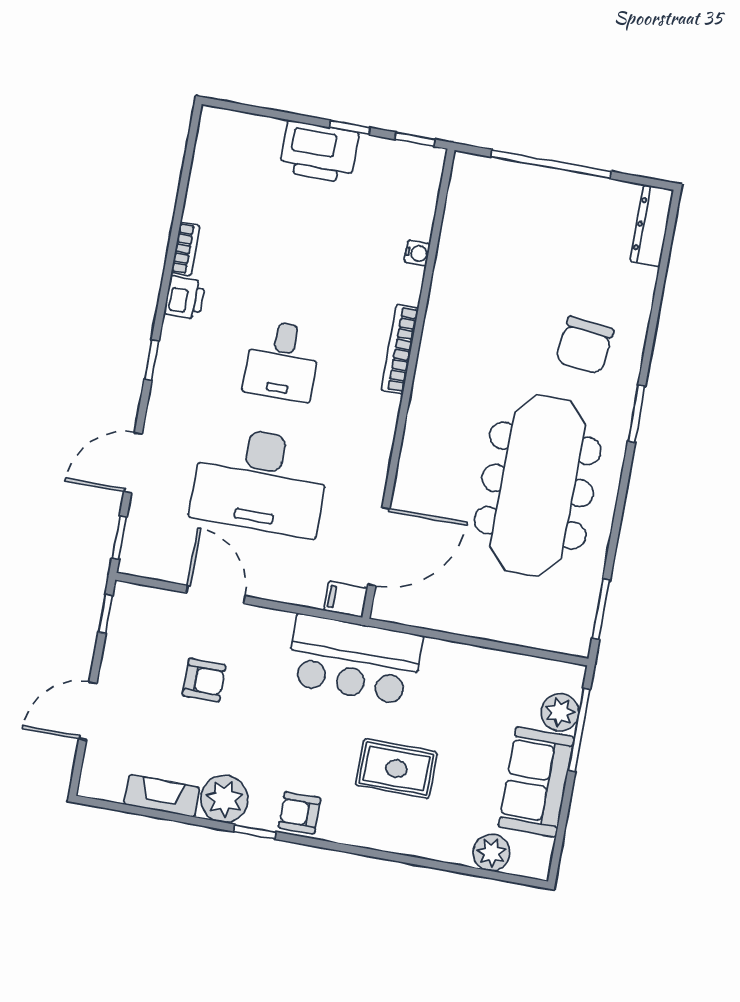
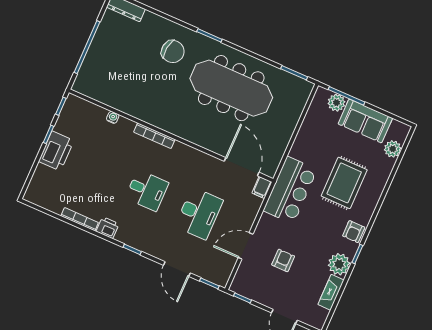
bookcase: (186, 249) -> (80, 219), width x1.56
desk: (260, 481) -> (199, 213), width x0.73, depth x0.77
rug: (396, 769) -> (344, 183), width x1.36, depth x1.43

